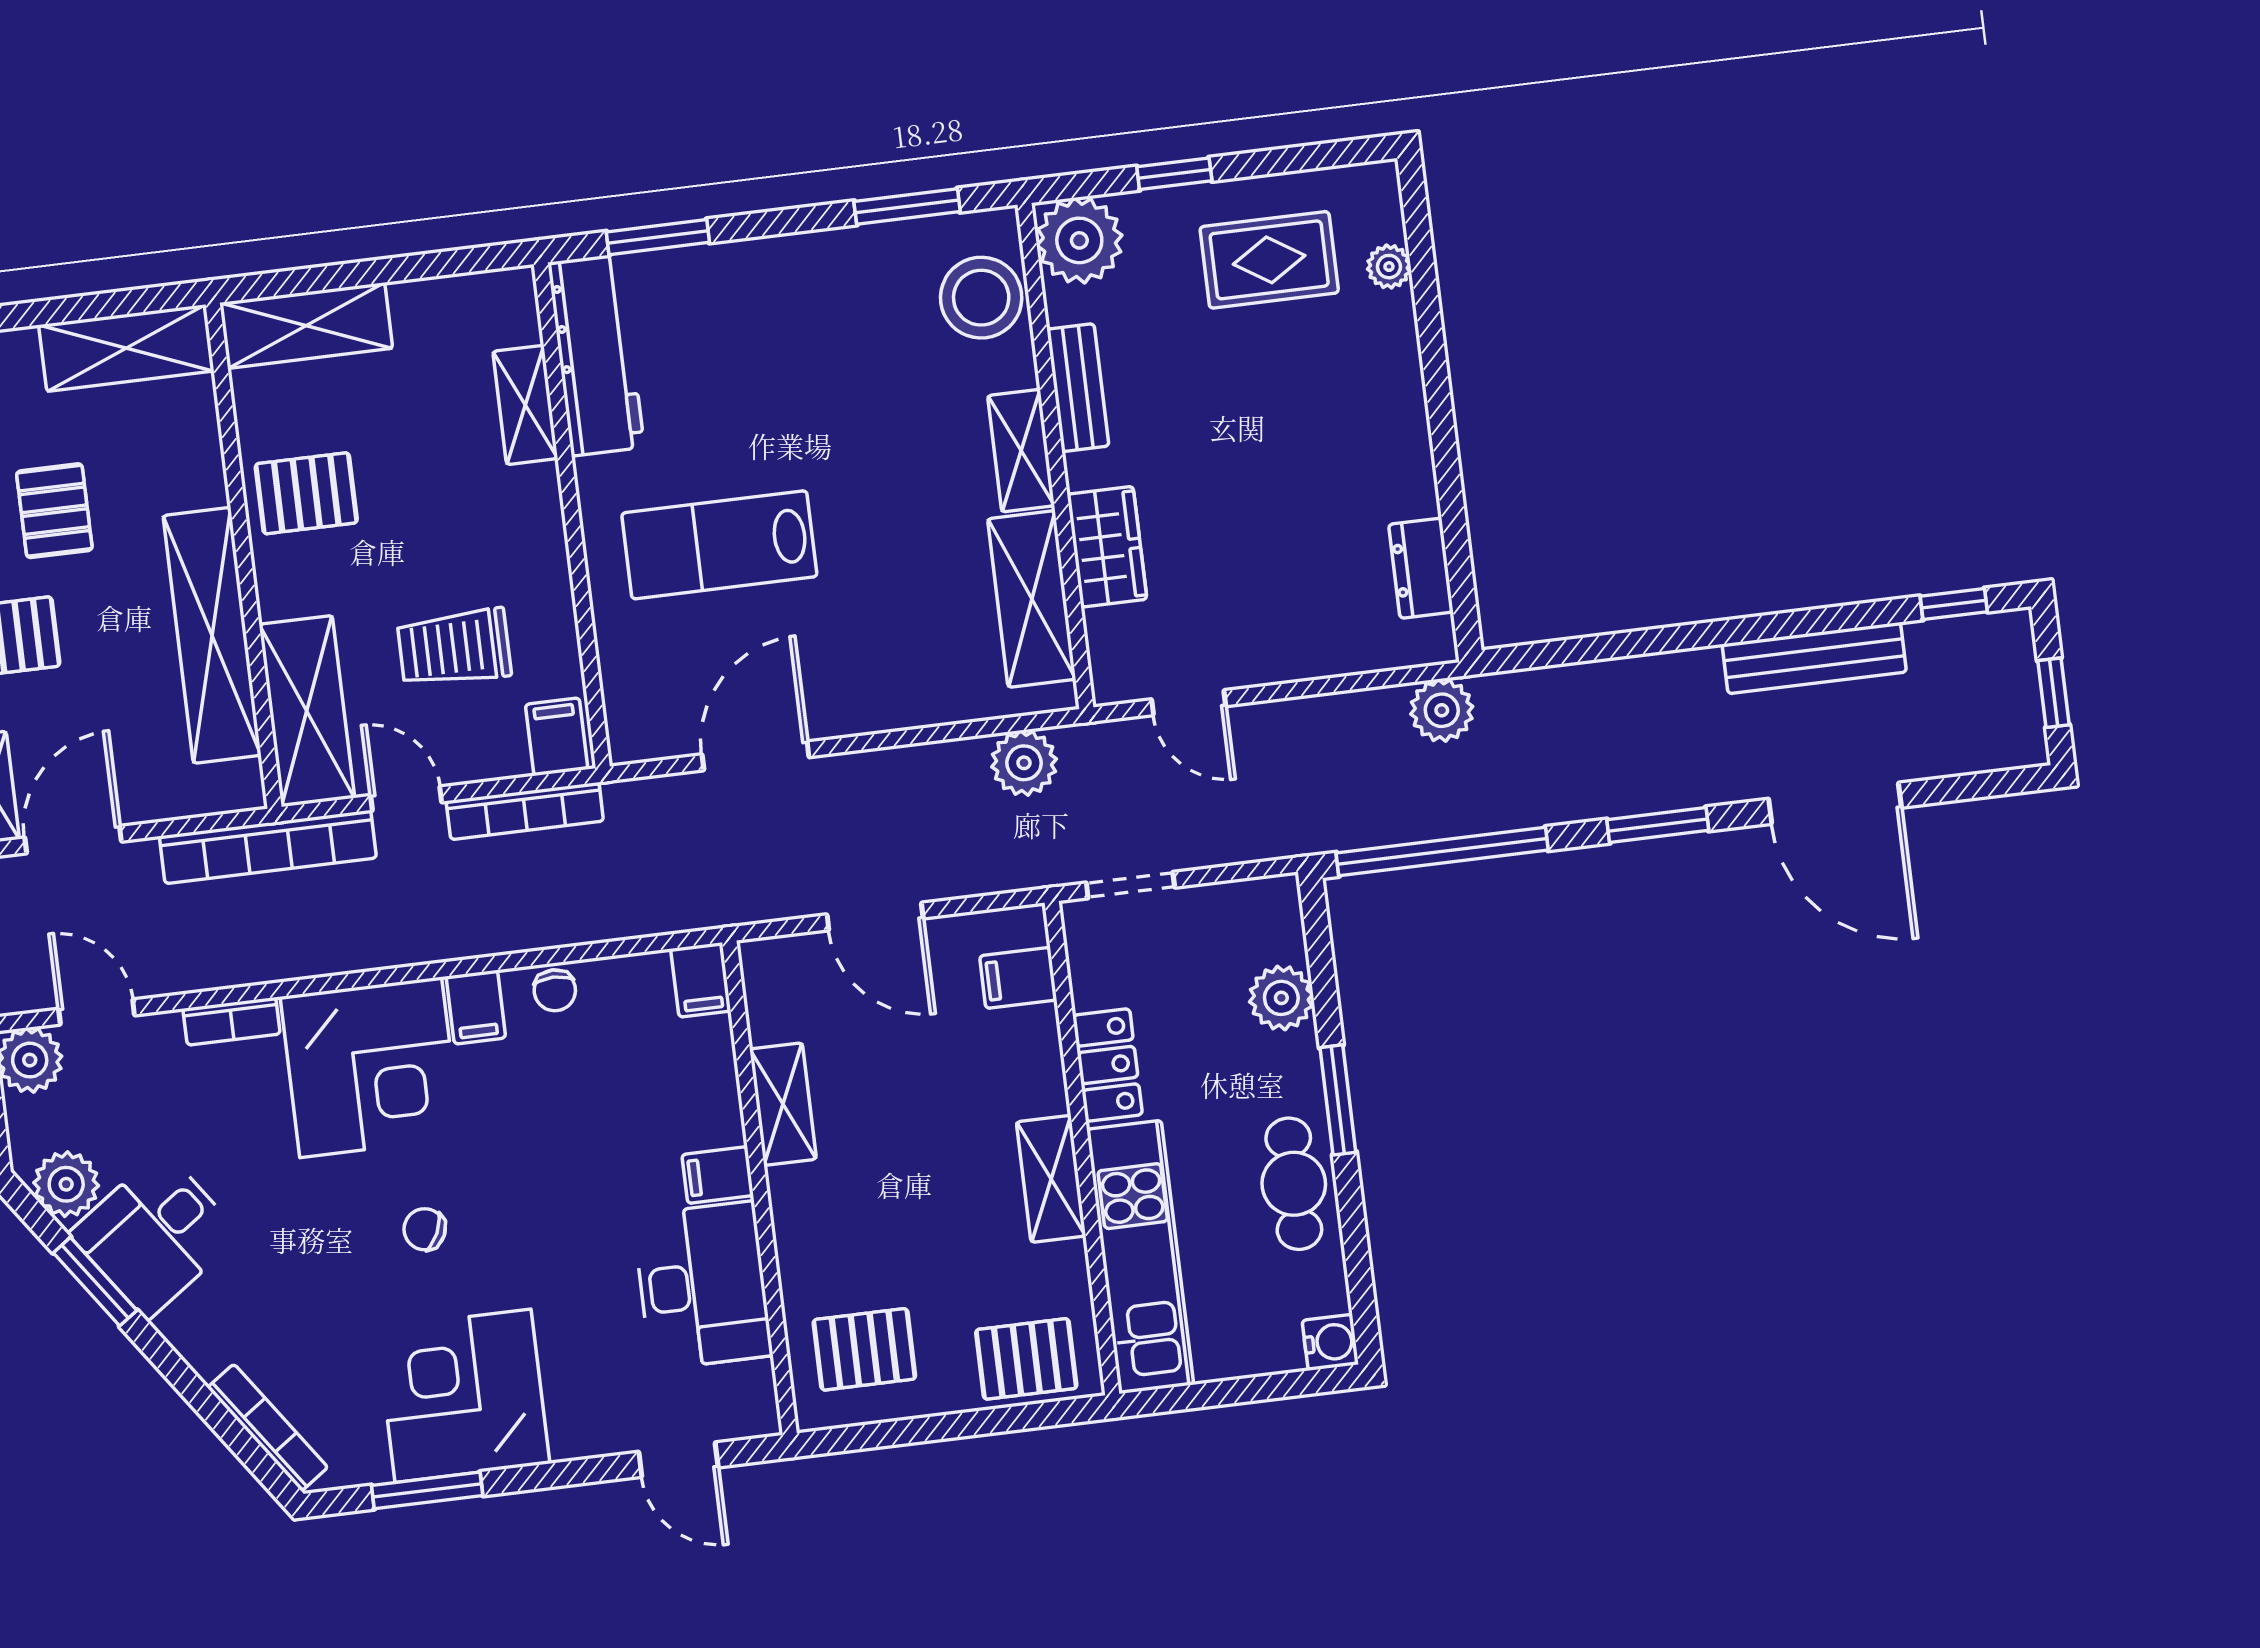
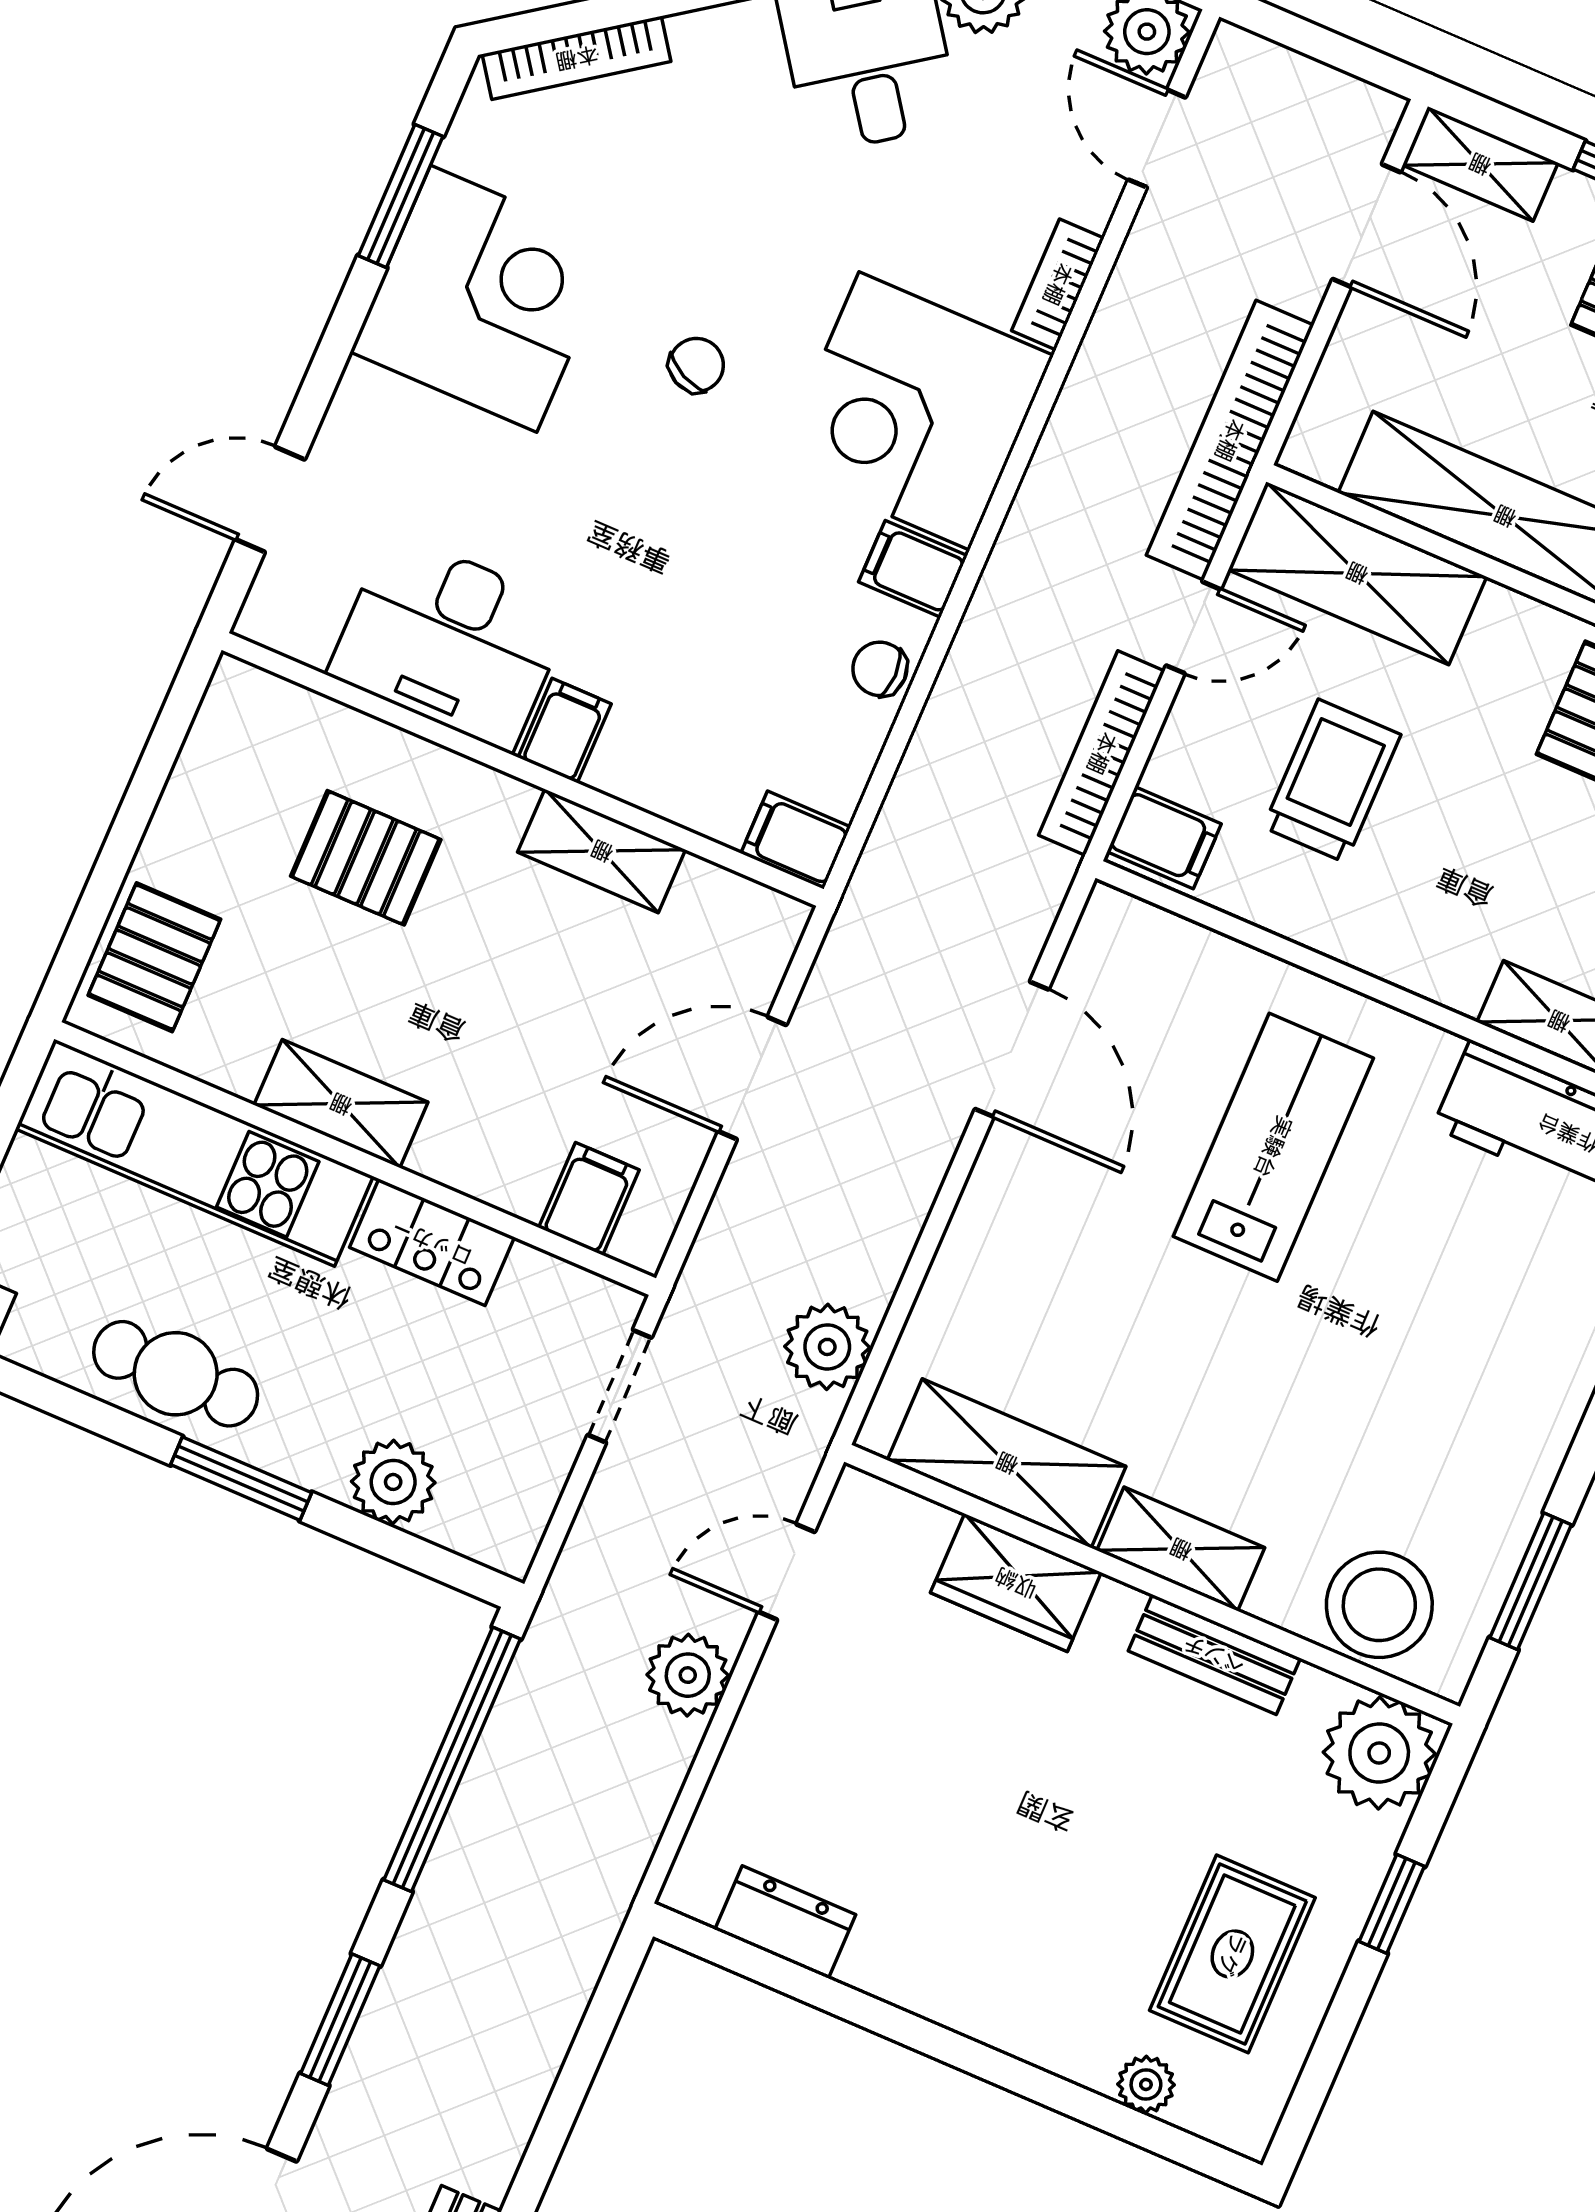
plant: (1442, 710) -> (688, 1675), moved
door: (97, 1012) -> (1157, 138), swing flipped
pallet: (864, 1349) -> (366, 858), moved, turned 90

